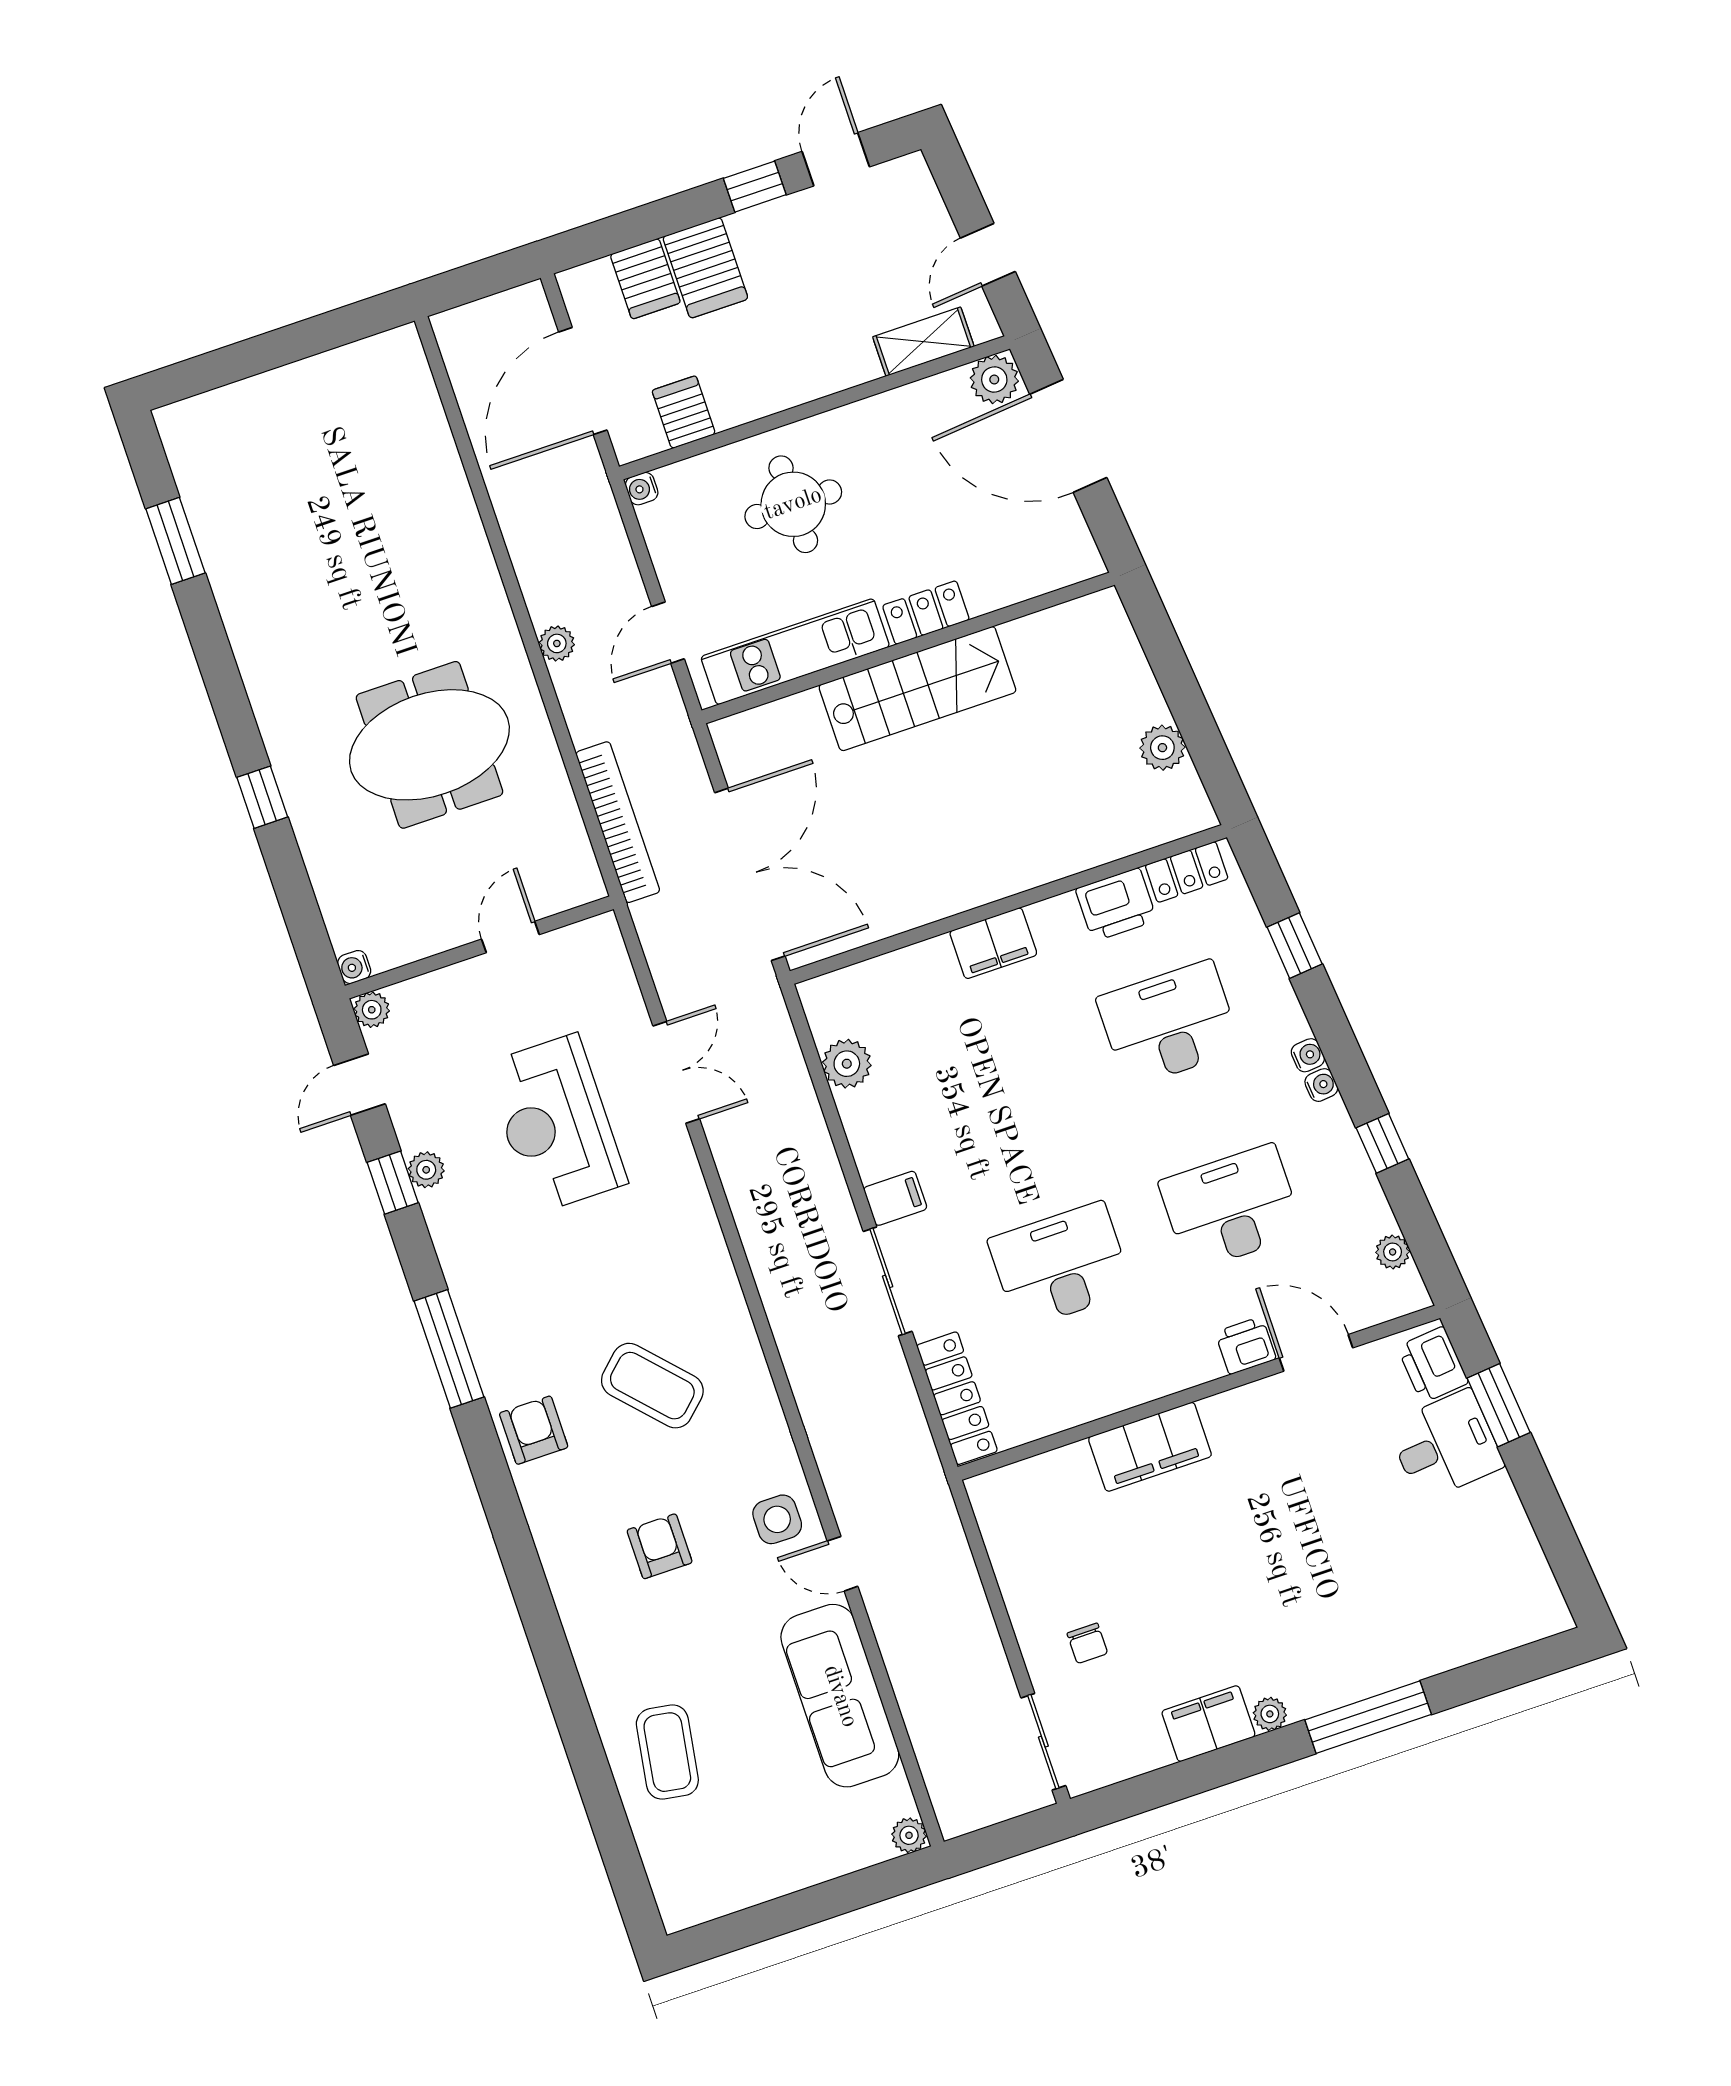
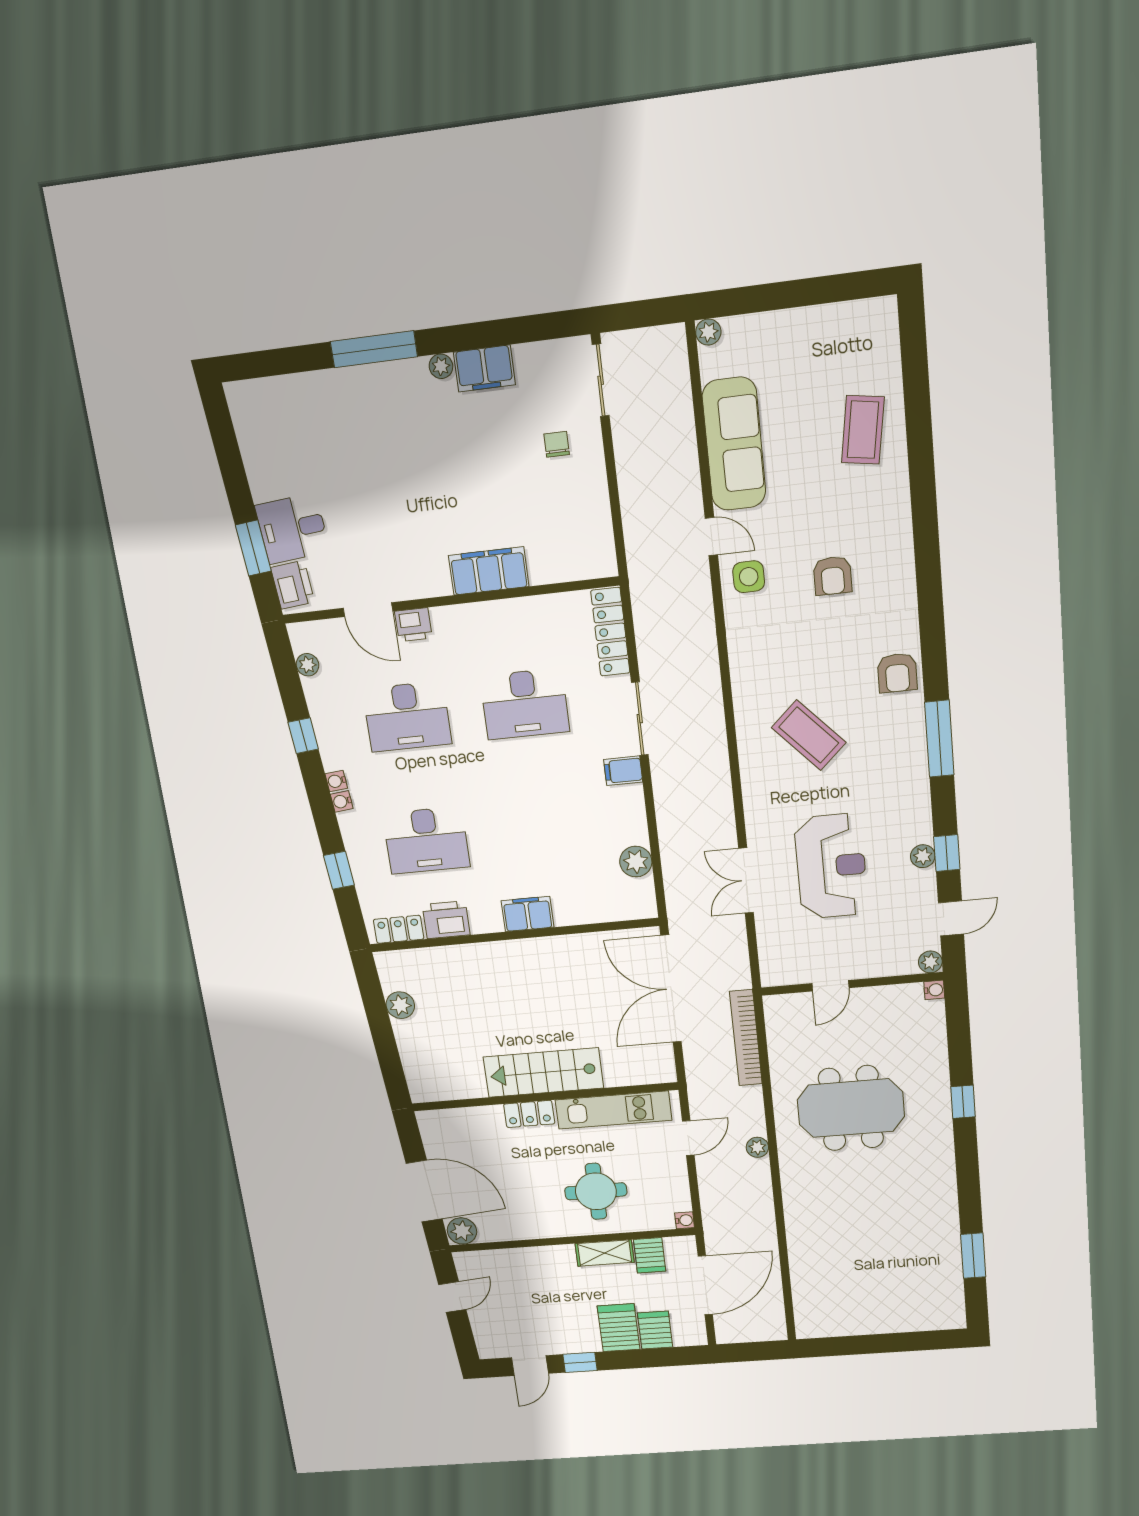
shelving: (923, 342) -> (605, 1253), moved
coffee table: (652, 1386) -> (809, 735), moved

